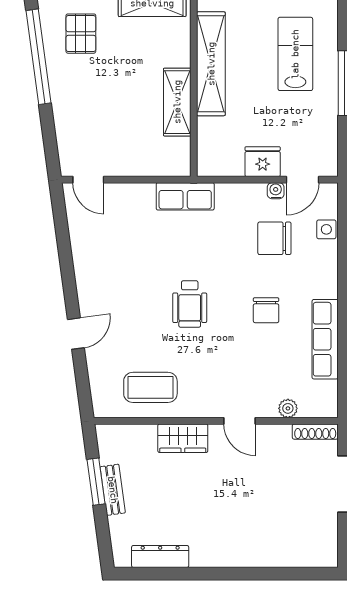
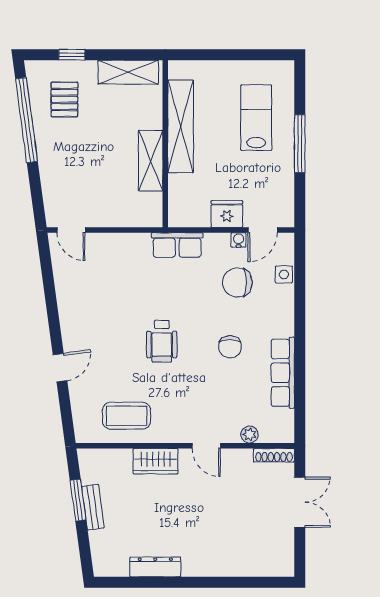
row of seats: (185, 196) -> (177, 245), moved
dresser: (160, 556) -> (155, 567), moved

